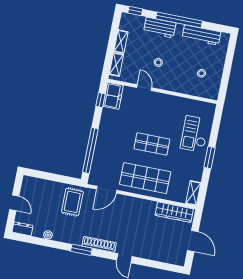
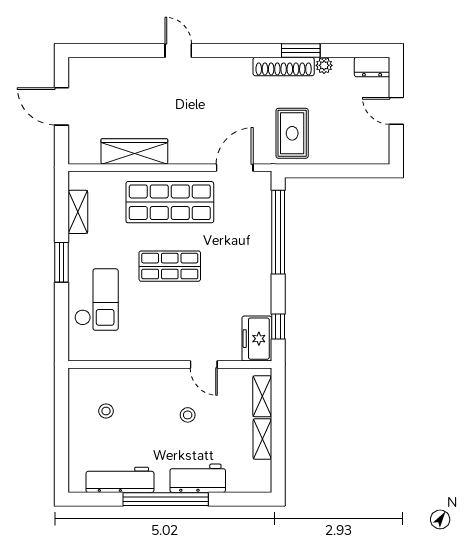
window: (135, 11) -> (247, 499), removed
shelving: (193, 193) -> (78, 212), moved
wardrobe: (174, 212) -> (134, 151), moved
shoe rack: (99, 244) -> (284, 67), moved
window: (81, 250) -> (301, 51), moved

